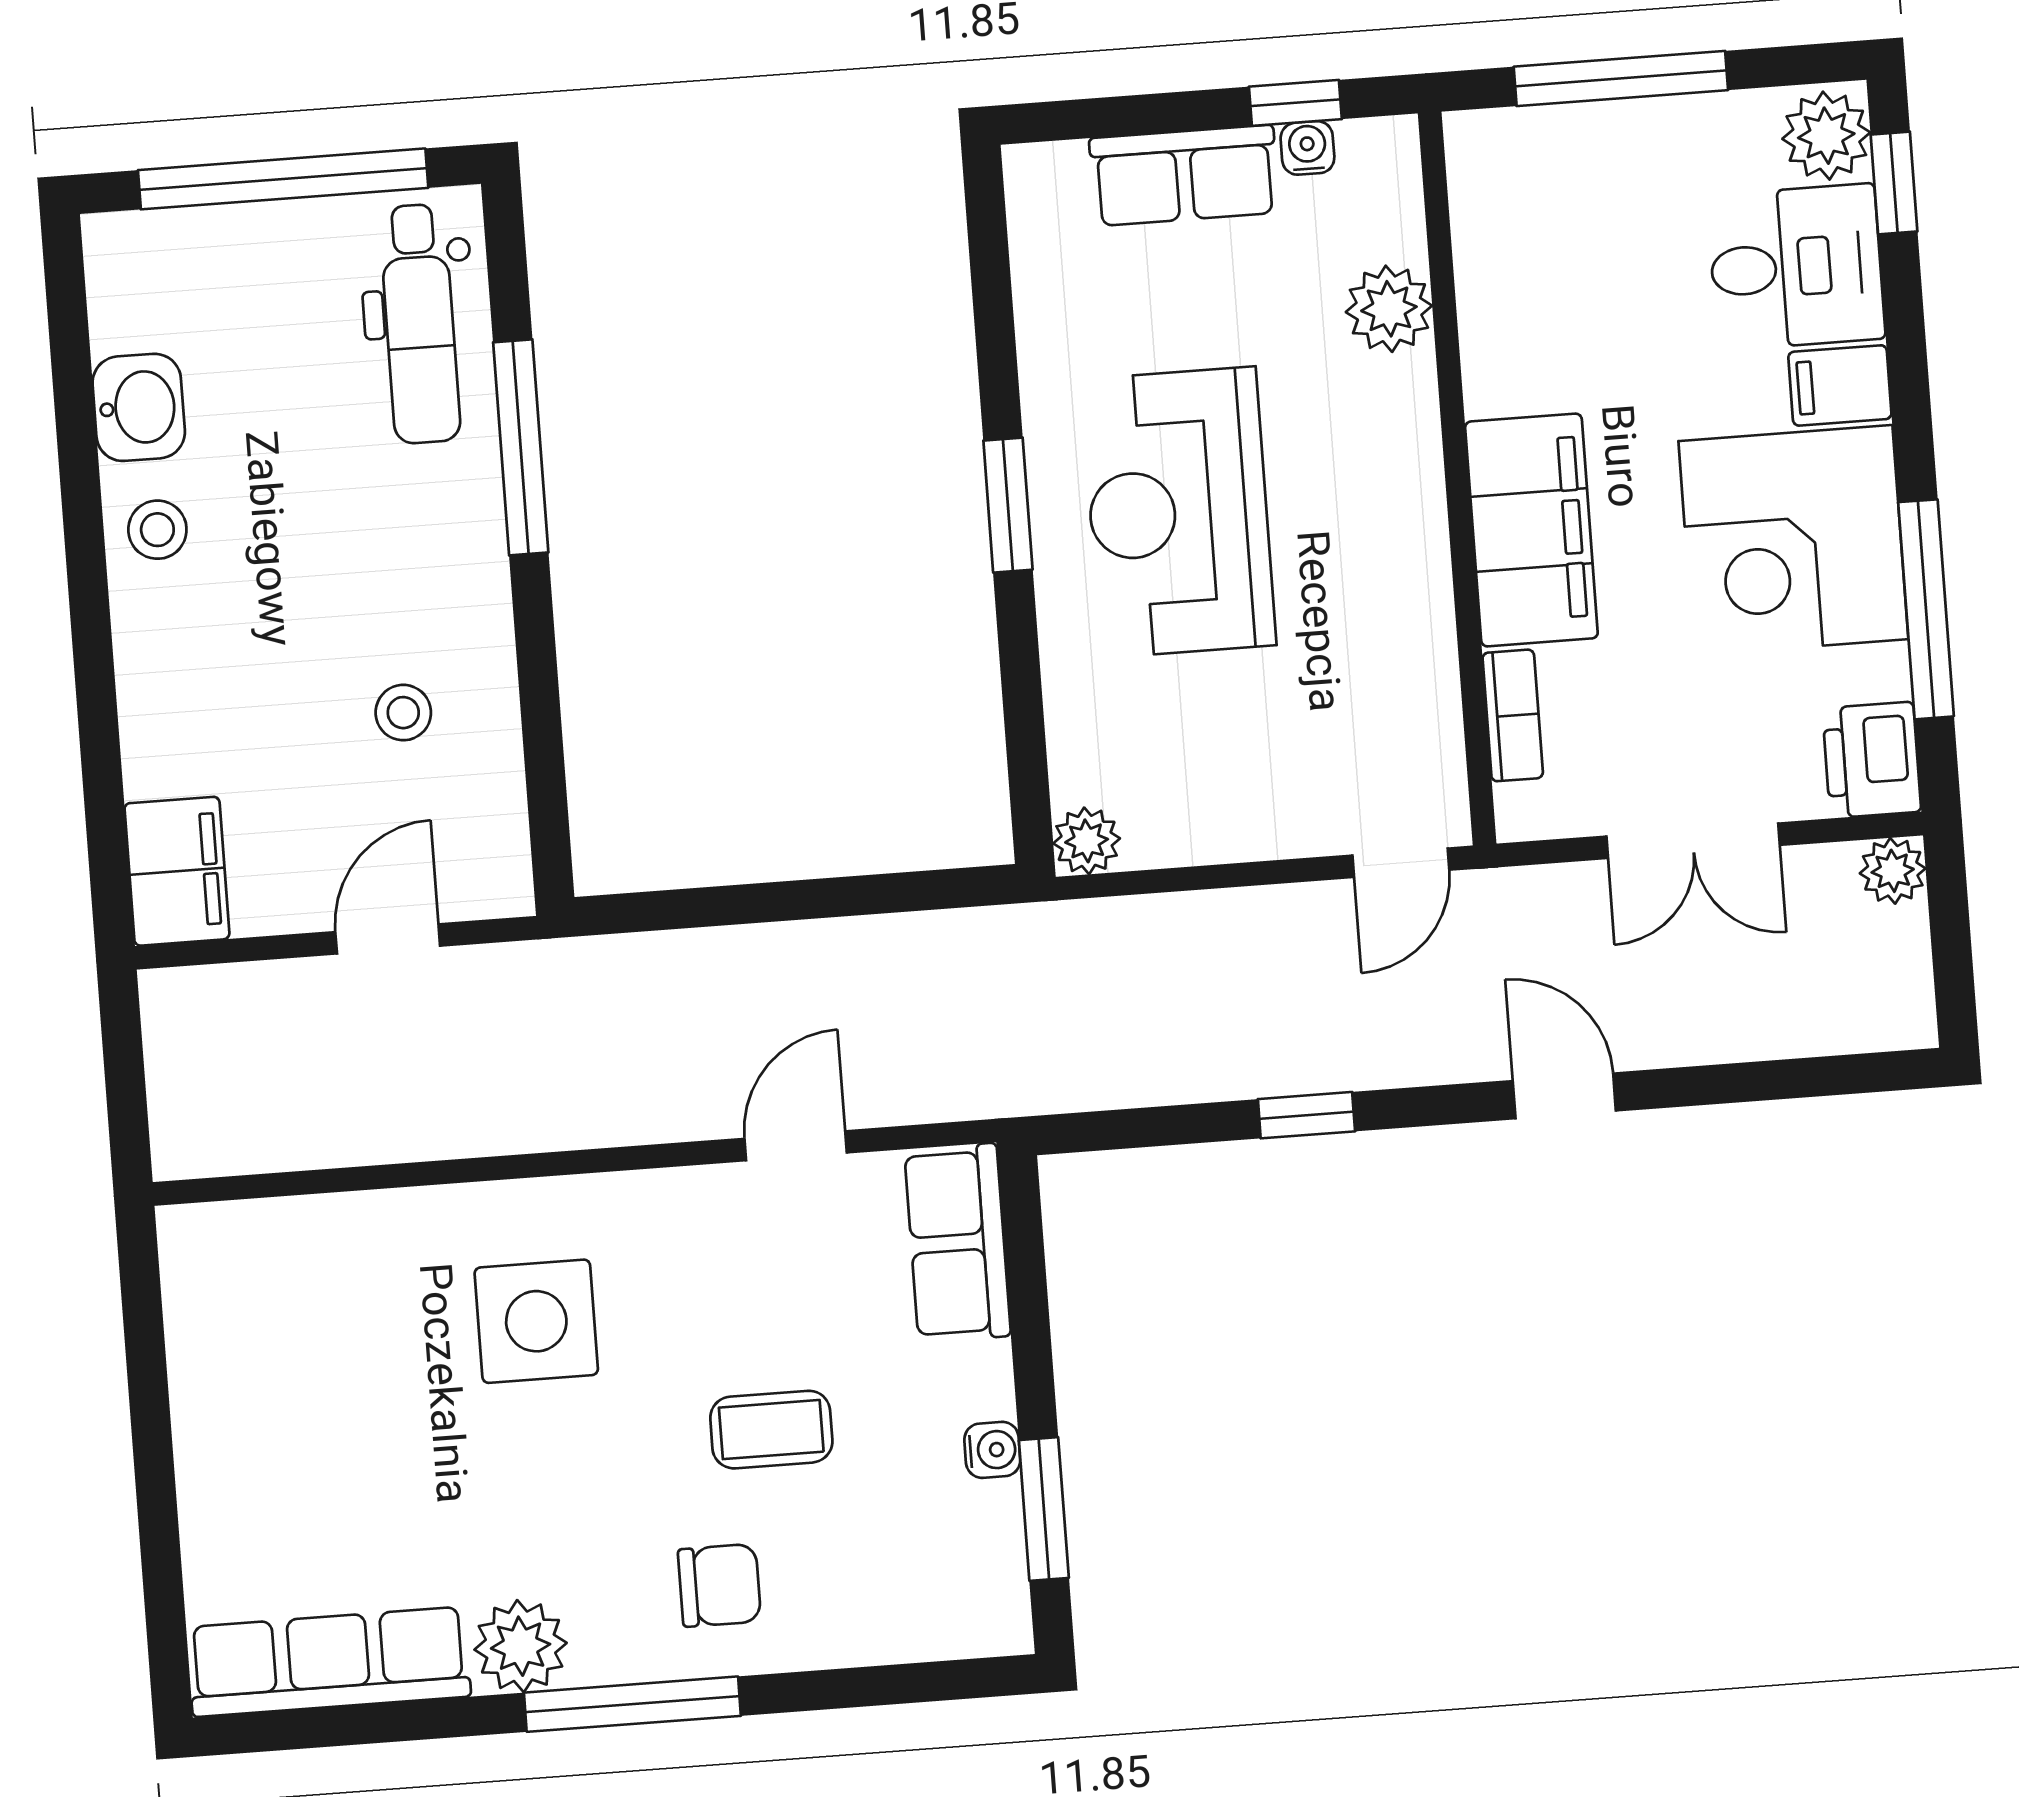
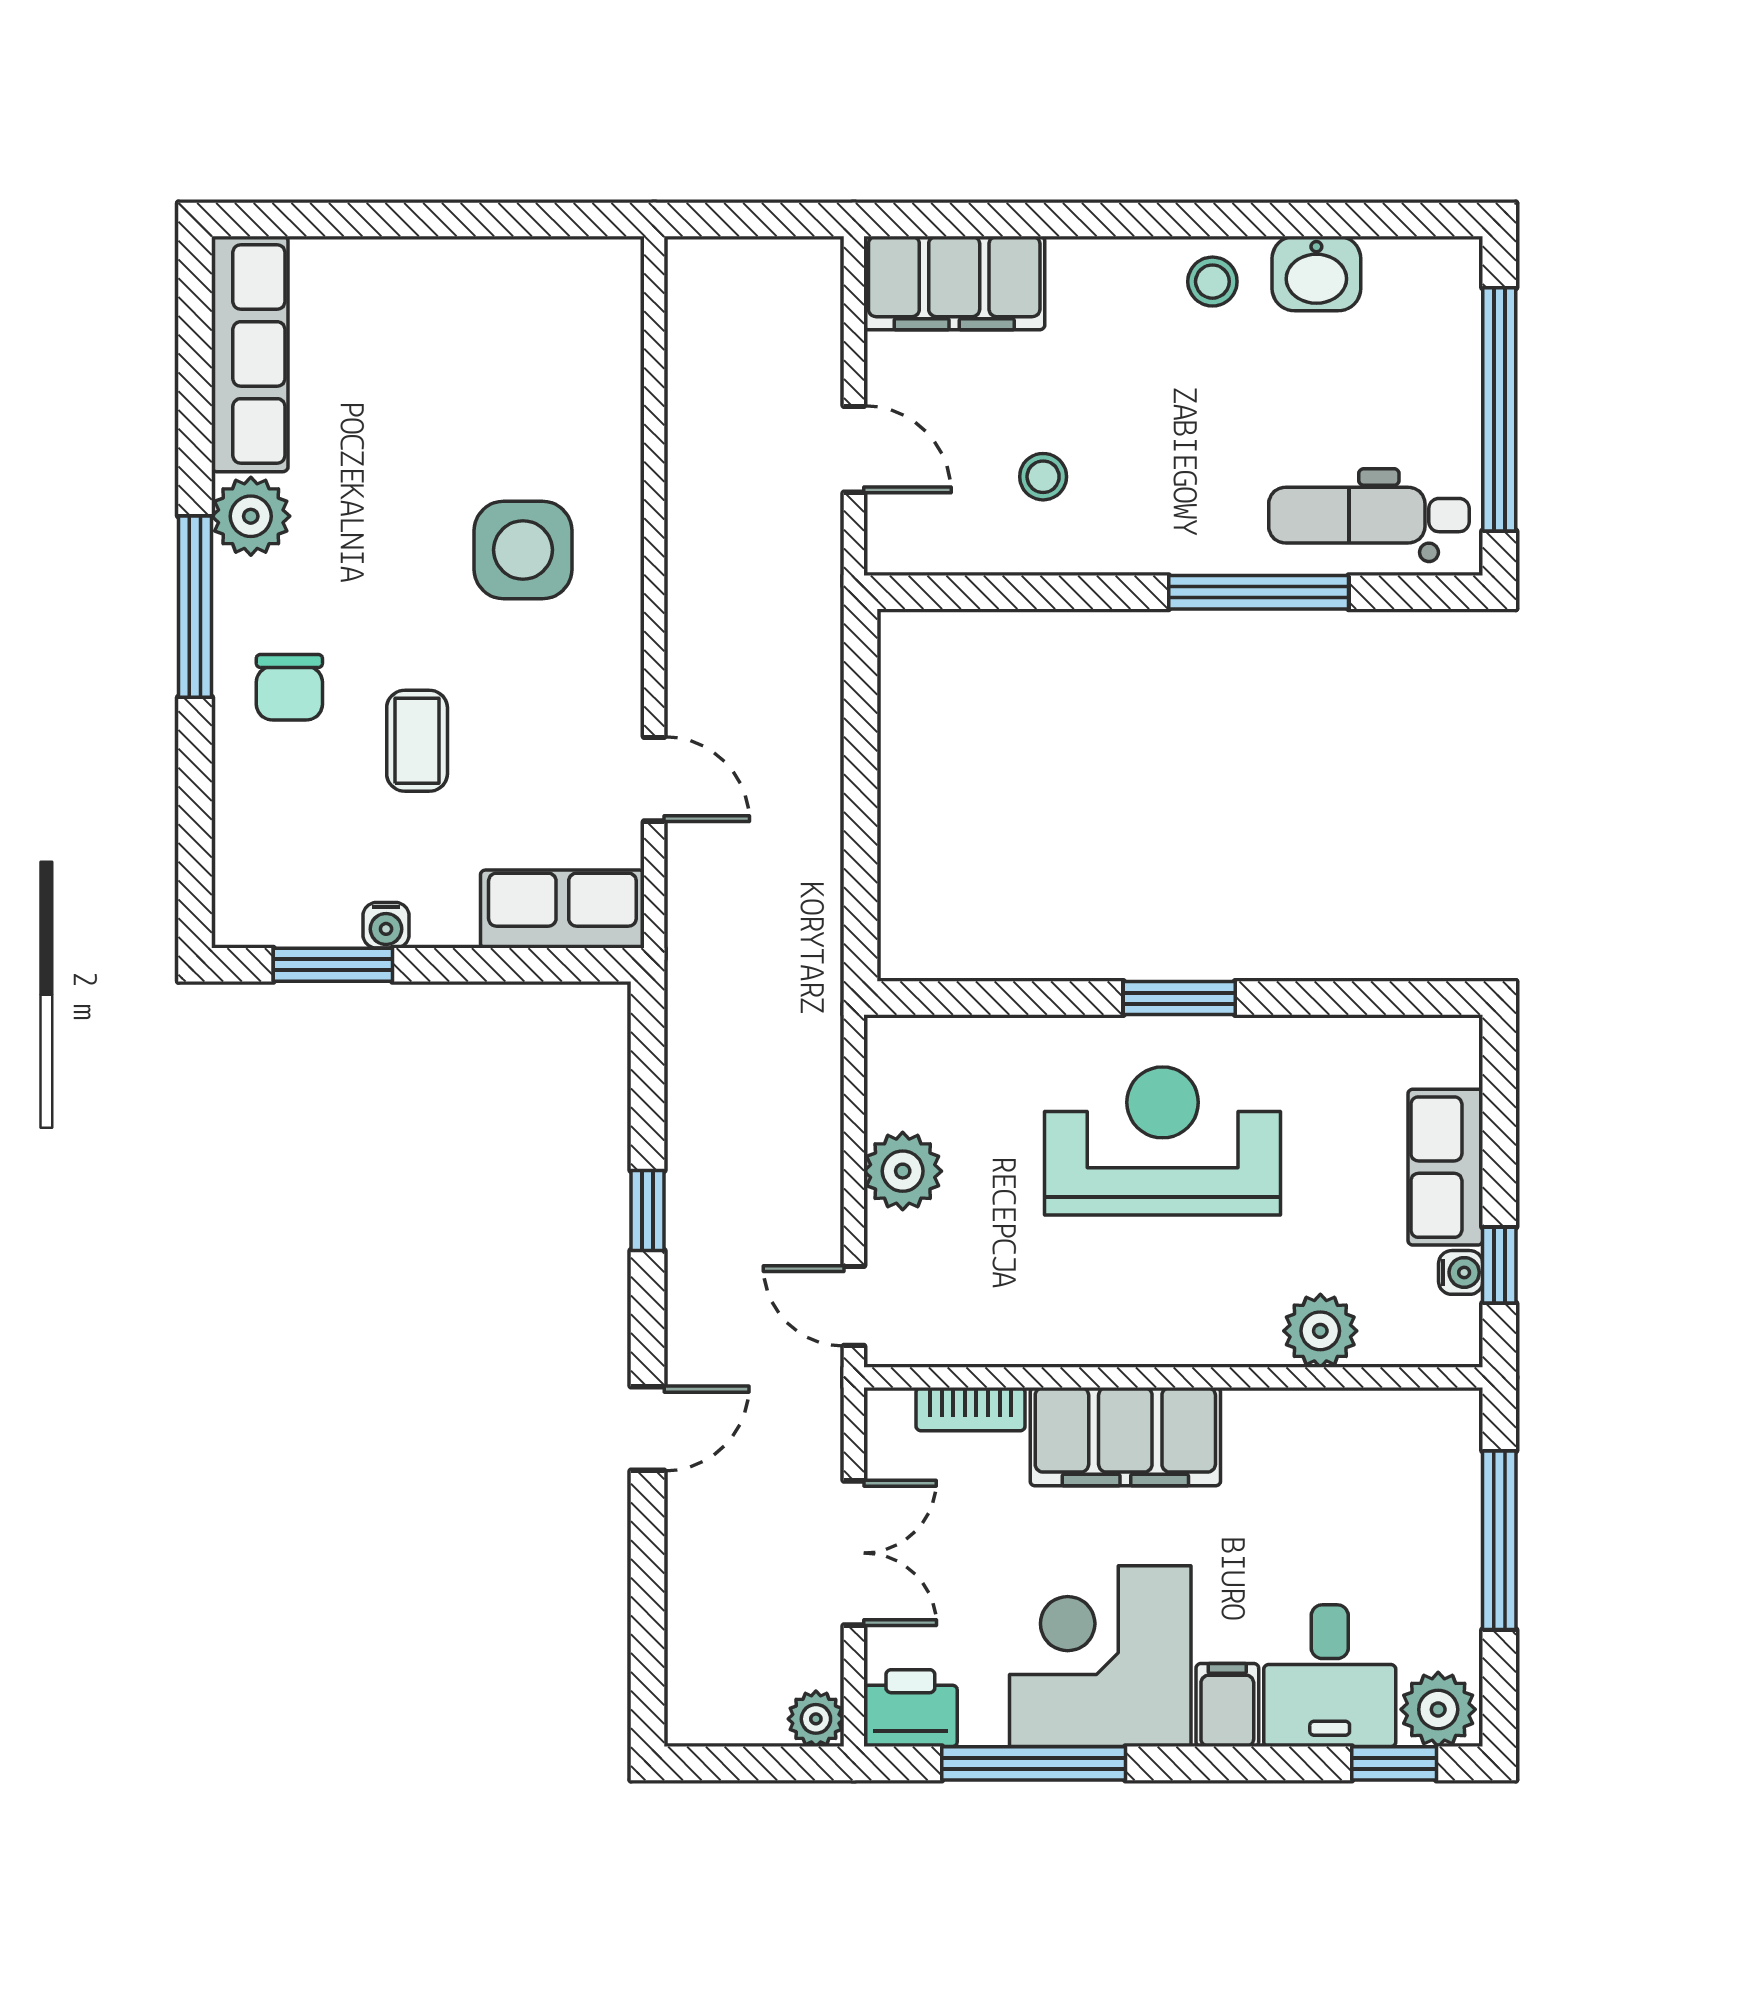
plant: (1087, 841) -> (903, 1171), moved, width x1.38, depth x1.38
double door: (1693, 841) -> (854, 1553), swing flipped
filing cabinet: (177, 871) -> (954, 283), width x1.50, depth x1.17

